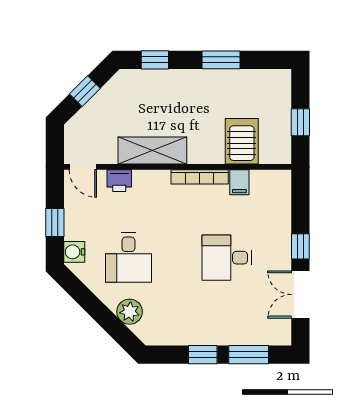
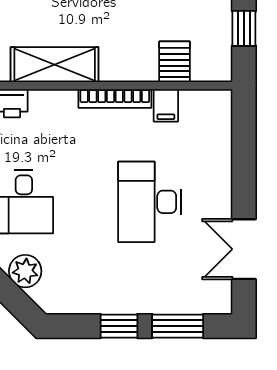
server rack: (242, 141) -> (175, 62), width x0.73, depth x0.70
window: (300, 246) -> (244, 188), removed
desk: (227, 258) -> (150, 202), width x1.37

